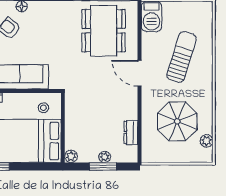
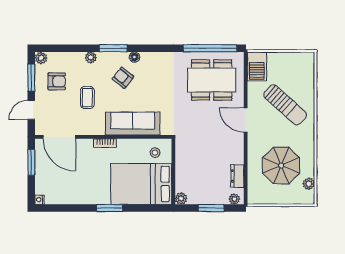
dining table: (104, 31) -> (212, 80), turned 90
sun lounger: (181, 57) -> (285, 105), turned 115
plant: (105, 157) -> (234, 199), moved

